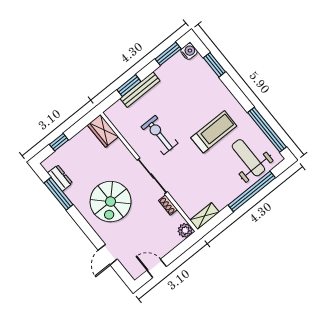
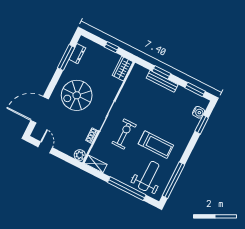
water cooler: (189, 51) -> (199, 112), moved
exercise bike: (159, 135) -> (124, 134), moved
window: (59, 142) -> (112, 47), moved
door: (108, 255) -> (40, 110), width x1.87

